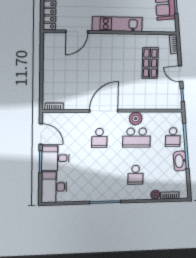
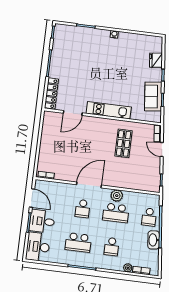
shop shelf: (150, 63) -> (123, 143), moved
door: (181, 74) -> (162, 149), moved
school desk: (99, 176) -> (78, 242), added

